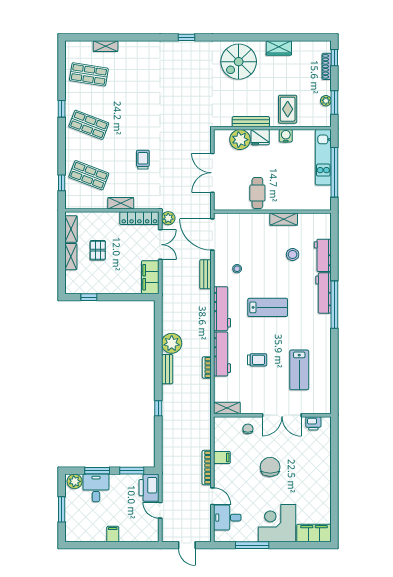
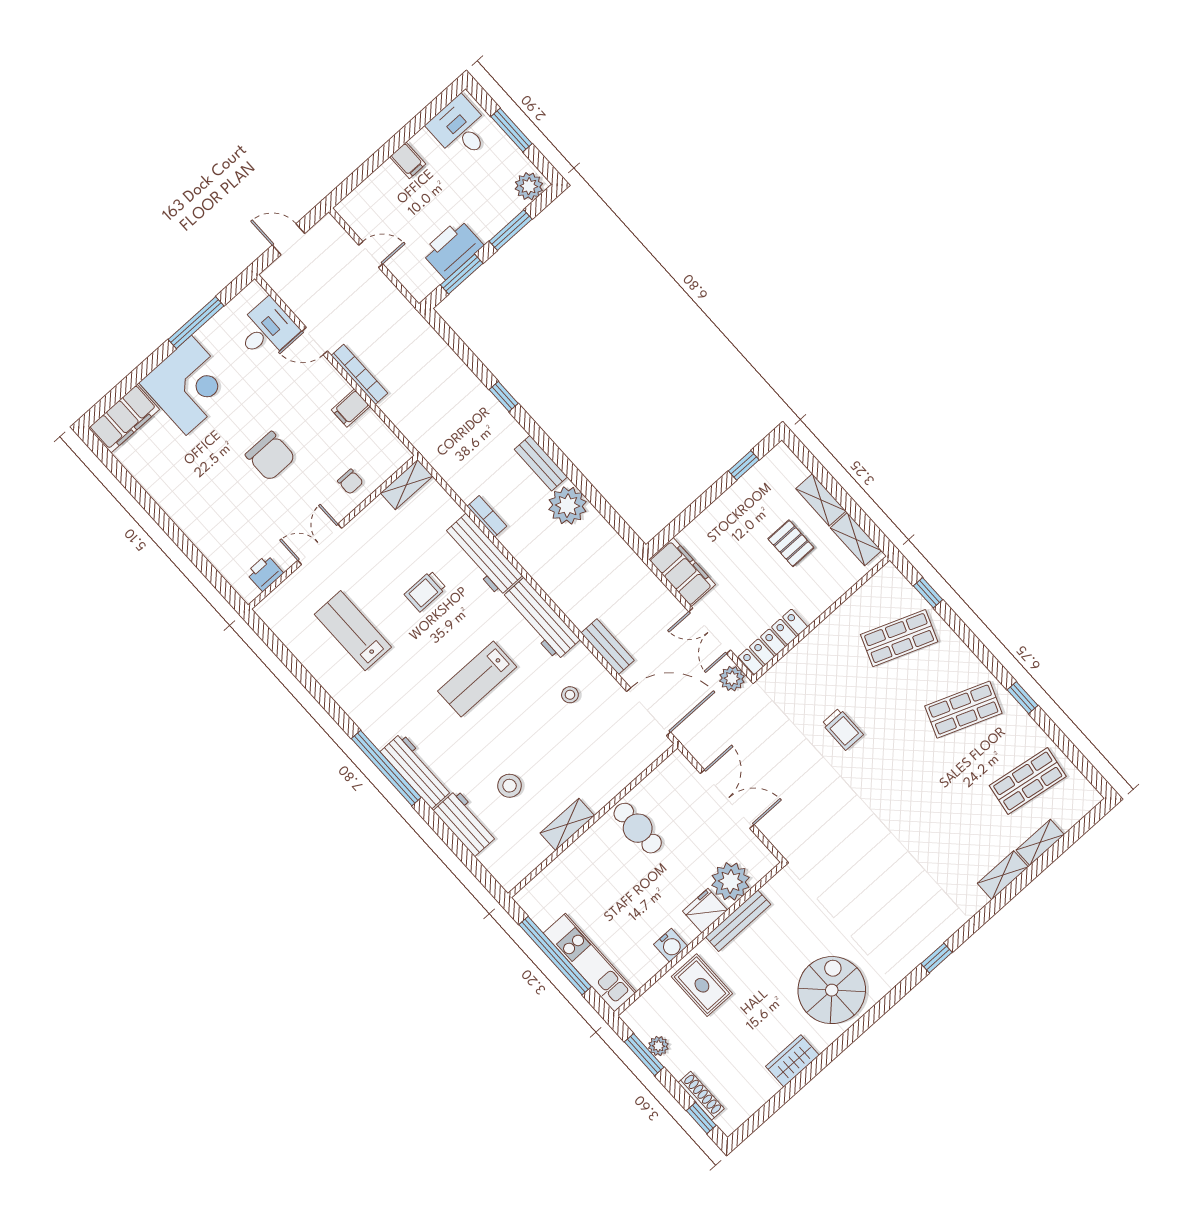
shelving: (121, 203) -> (1003, 875), moved
double door: (282, 415) -> (320, 544), width x0.73
desk: (96, 488) -> (460, 129), moved, turned 180
printer: (149, 488) -> (452, 249), moved, turned -90

